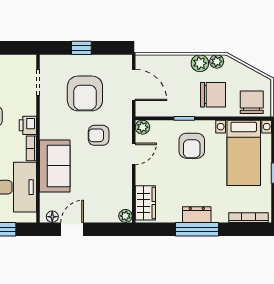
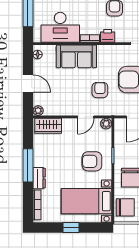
door: (134, 154) -> (86, 117), hinge flipped
dresser: (197, 215) -> (39, 178), moved
door: (72, 229) -> (28, 83), moved

